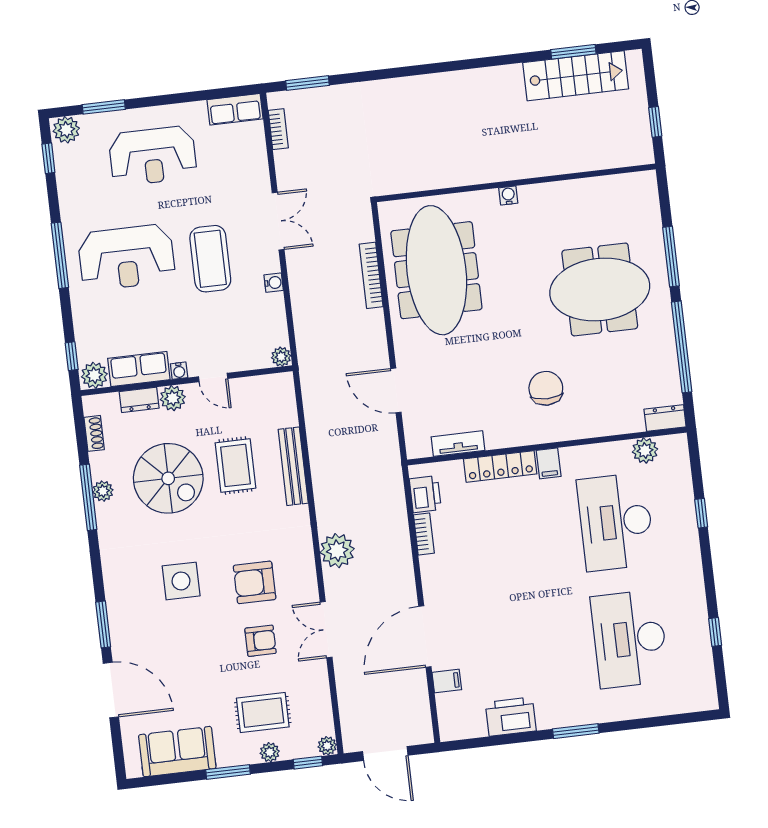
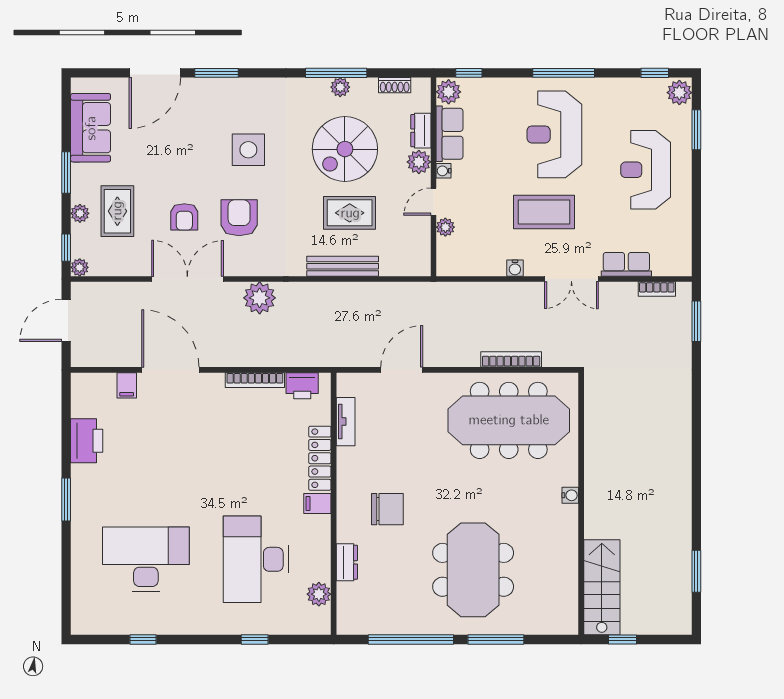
stairs: (576, 76) -> (602, 587), moved, turned 180
row of seats: (235, 109) -> (626, 264), moved, turned 90
plant: (281, 357) -> (445, 227), moved
dresser: (665, 418) -> (347, 562), moved
desk: (616, 522) -> (256, 559), turned -90
bookcase: (424, 534) -> (255, 380), width x1.56
double door: (326, 630) -> (187, 279), width x1.37

